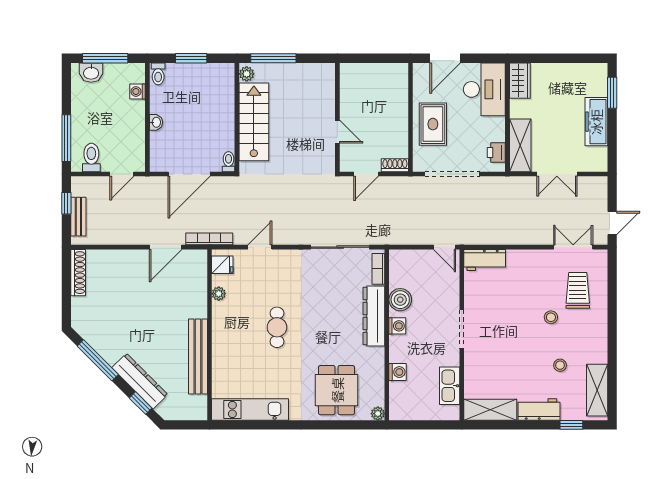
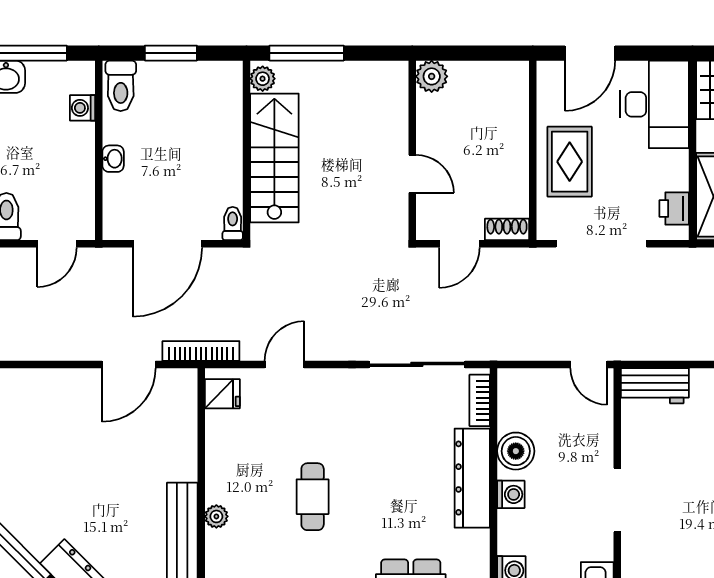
plant: (349, 72) -> (432, 76), added
toilet: (158, 74) -> (121, 86), width x1.37, depth x1.39
plant: (219, 294) -> (216, 516), moved

